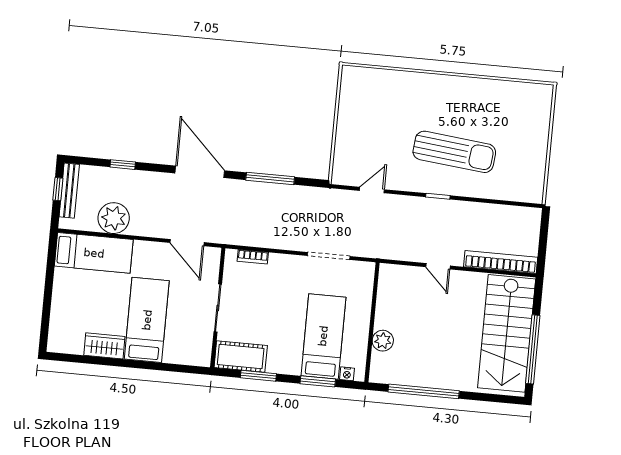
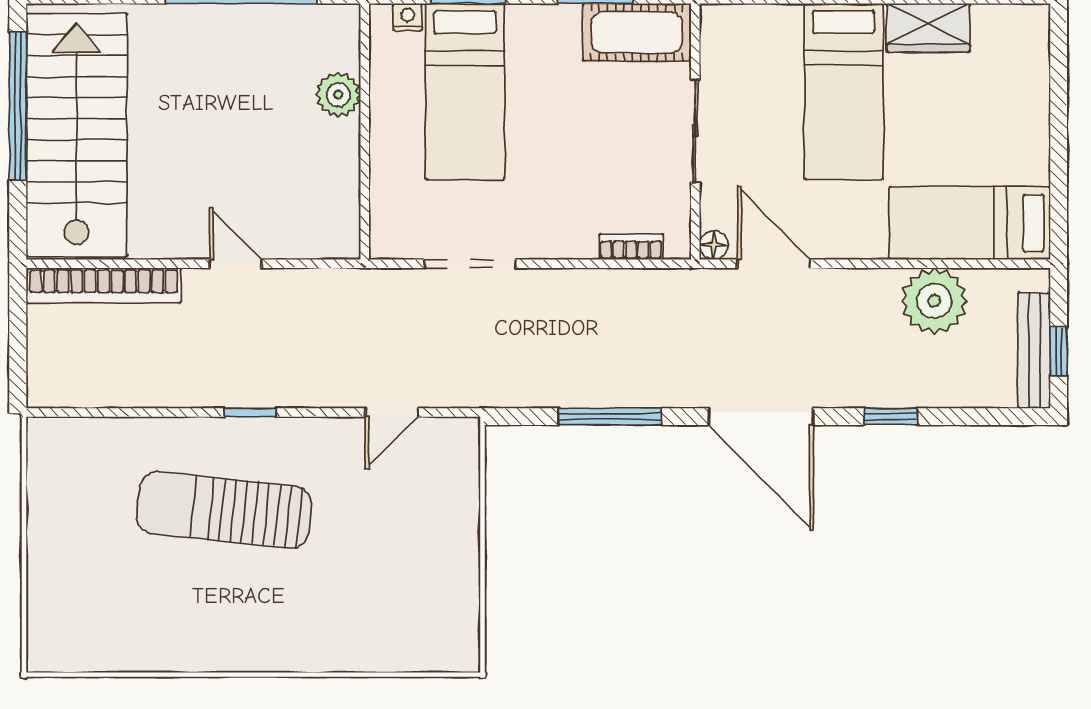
window: (123, 165) -> (891, 417), moved
floor lamp: (214, 254) -> (714, 245), added

